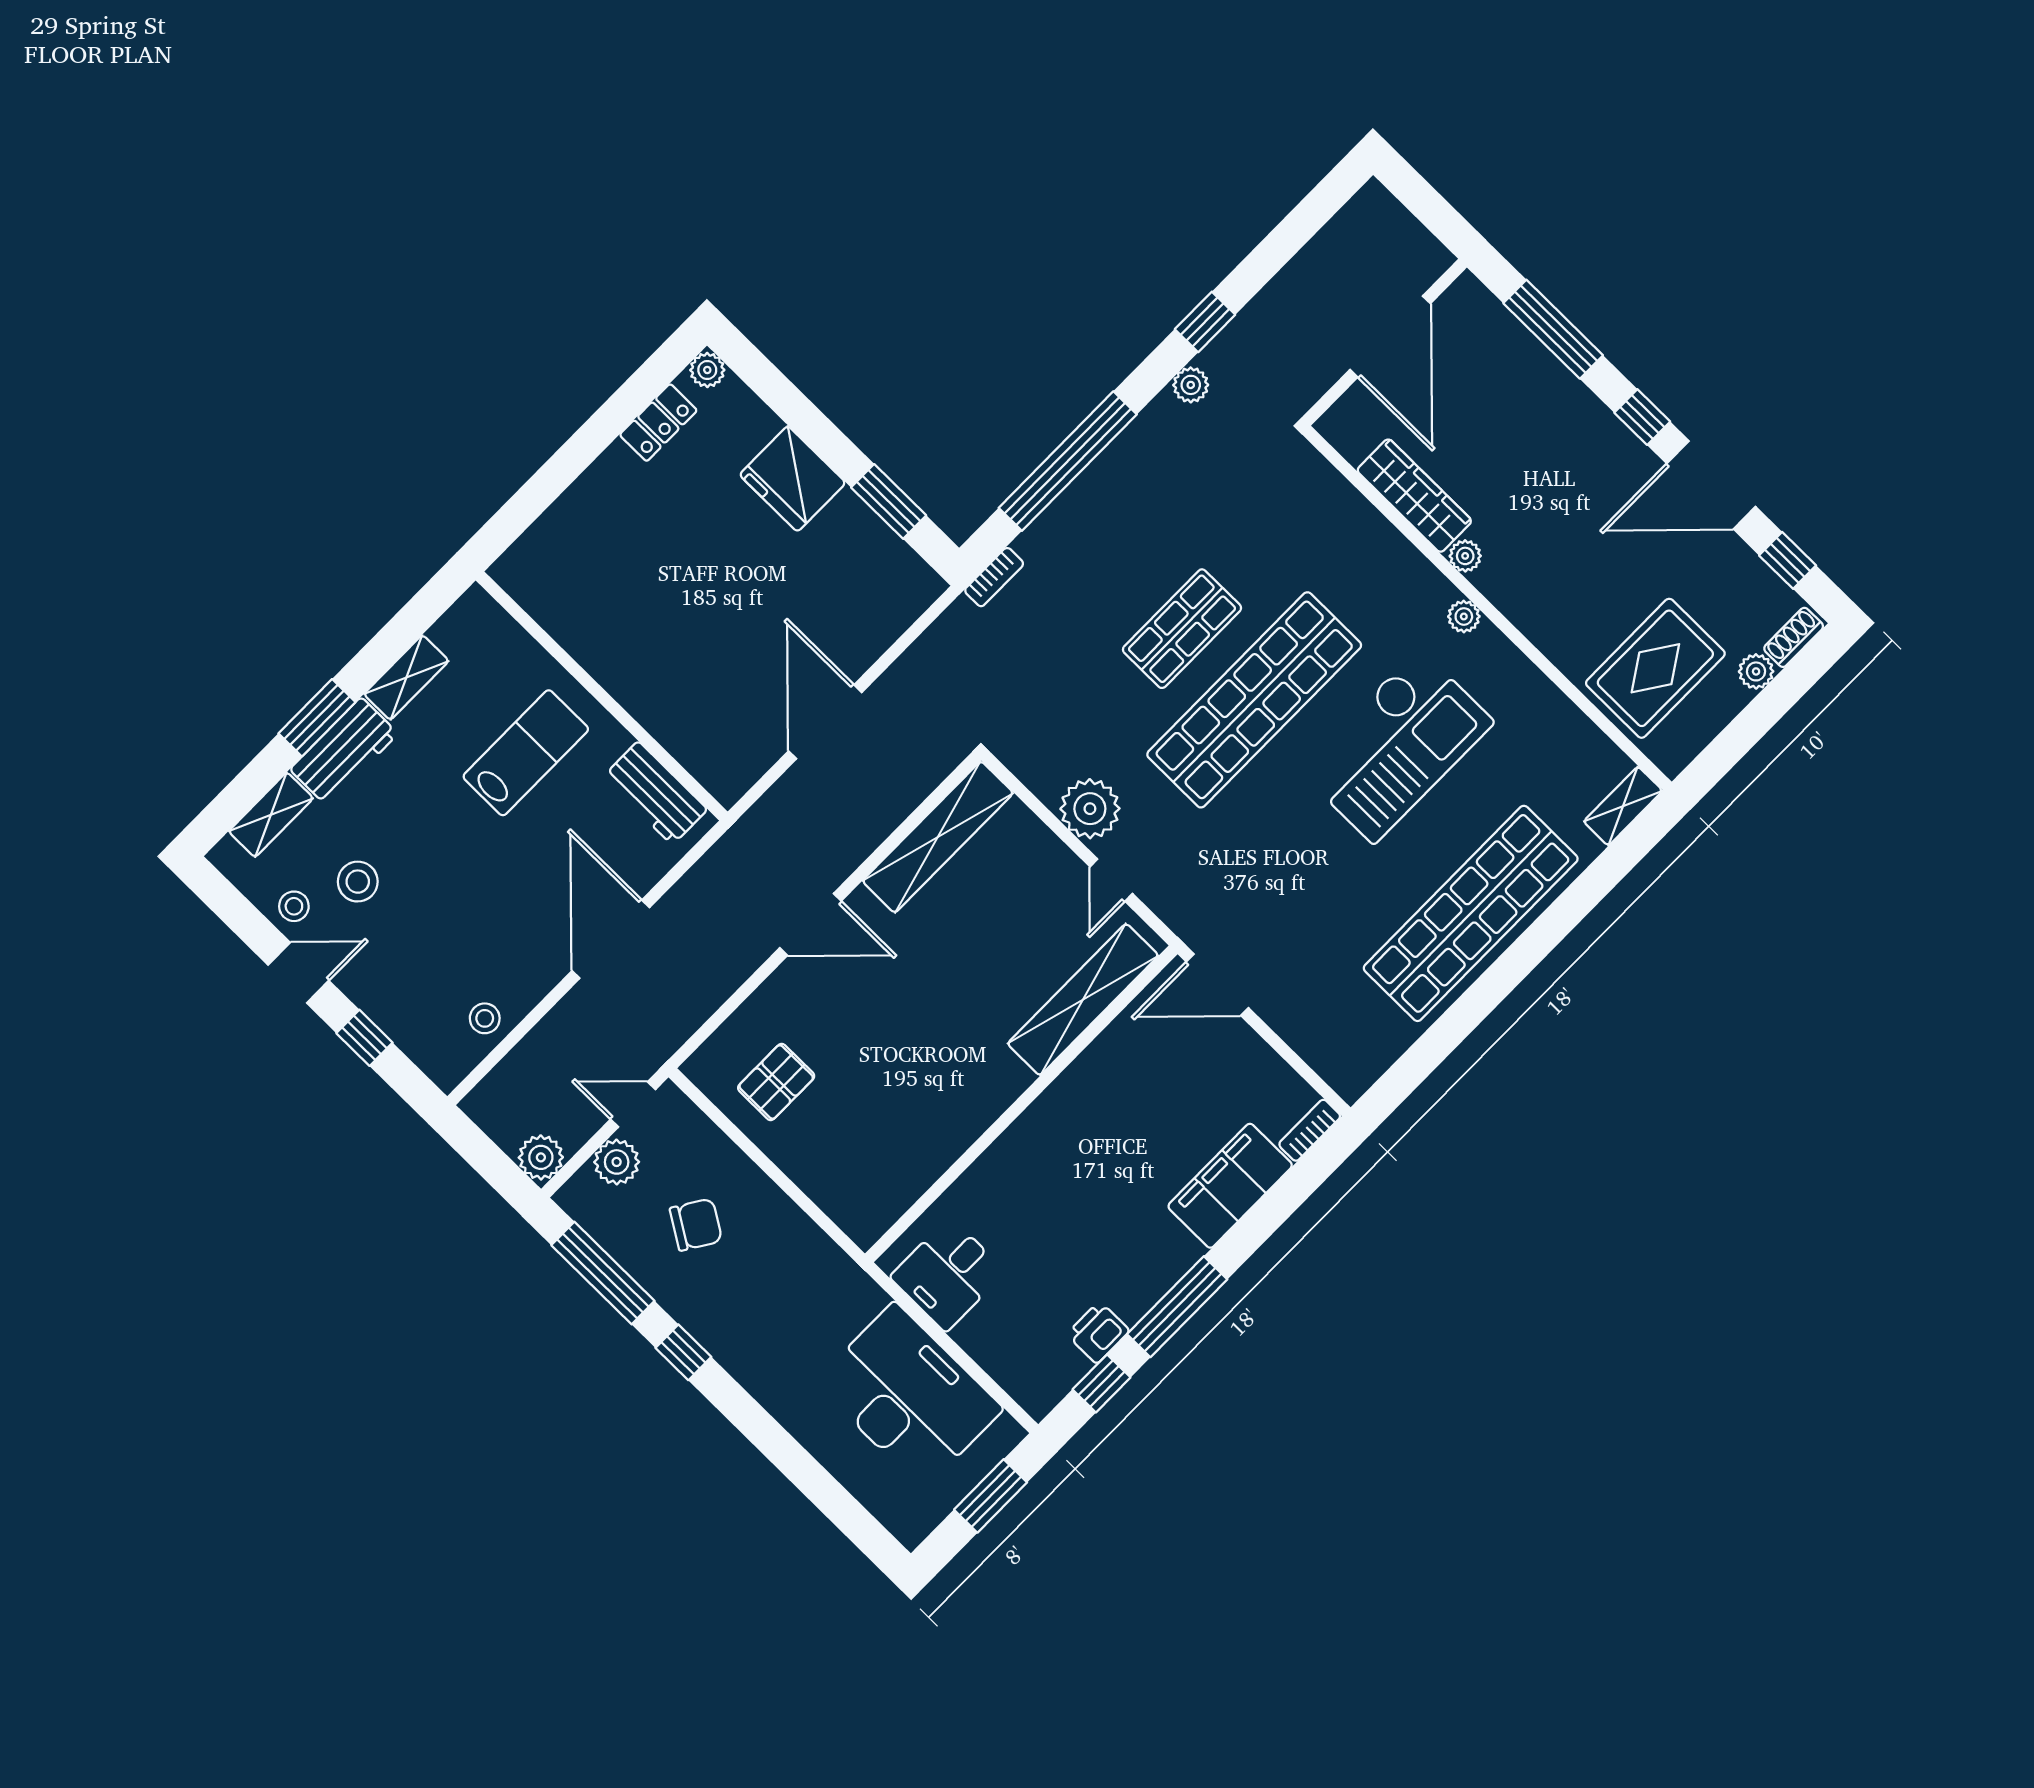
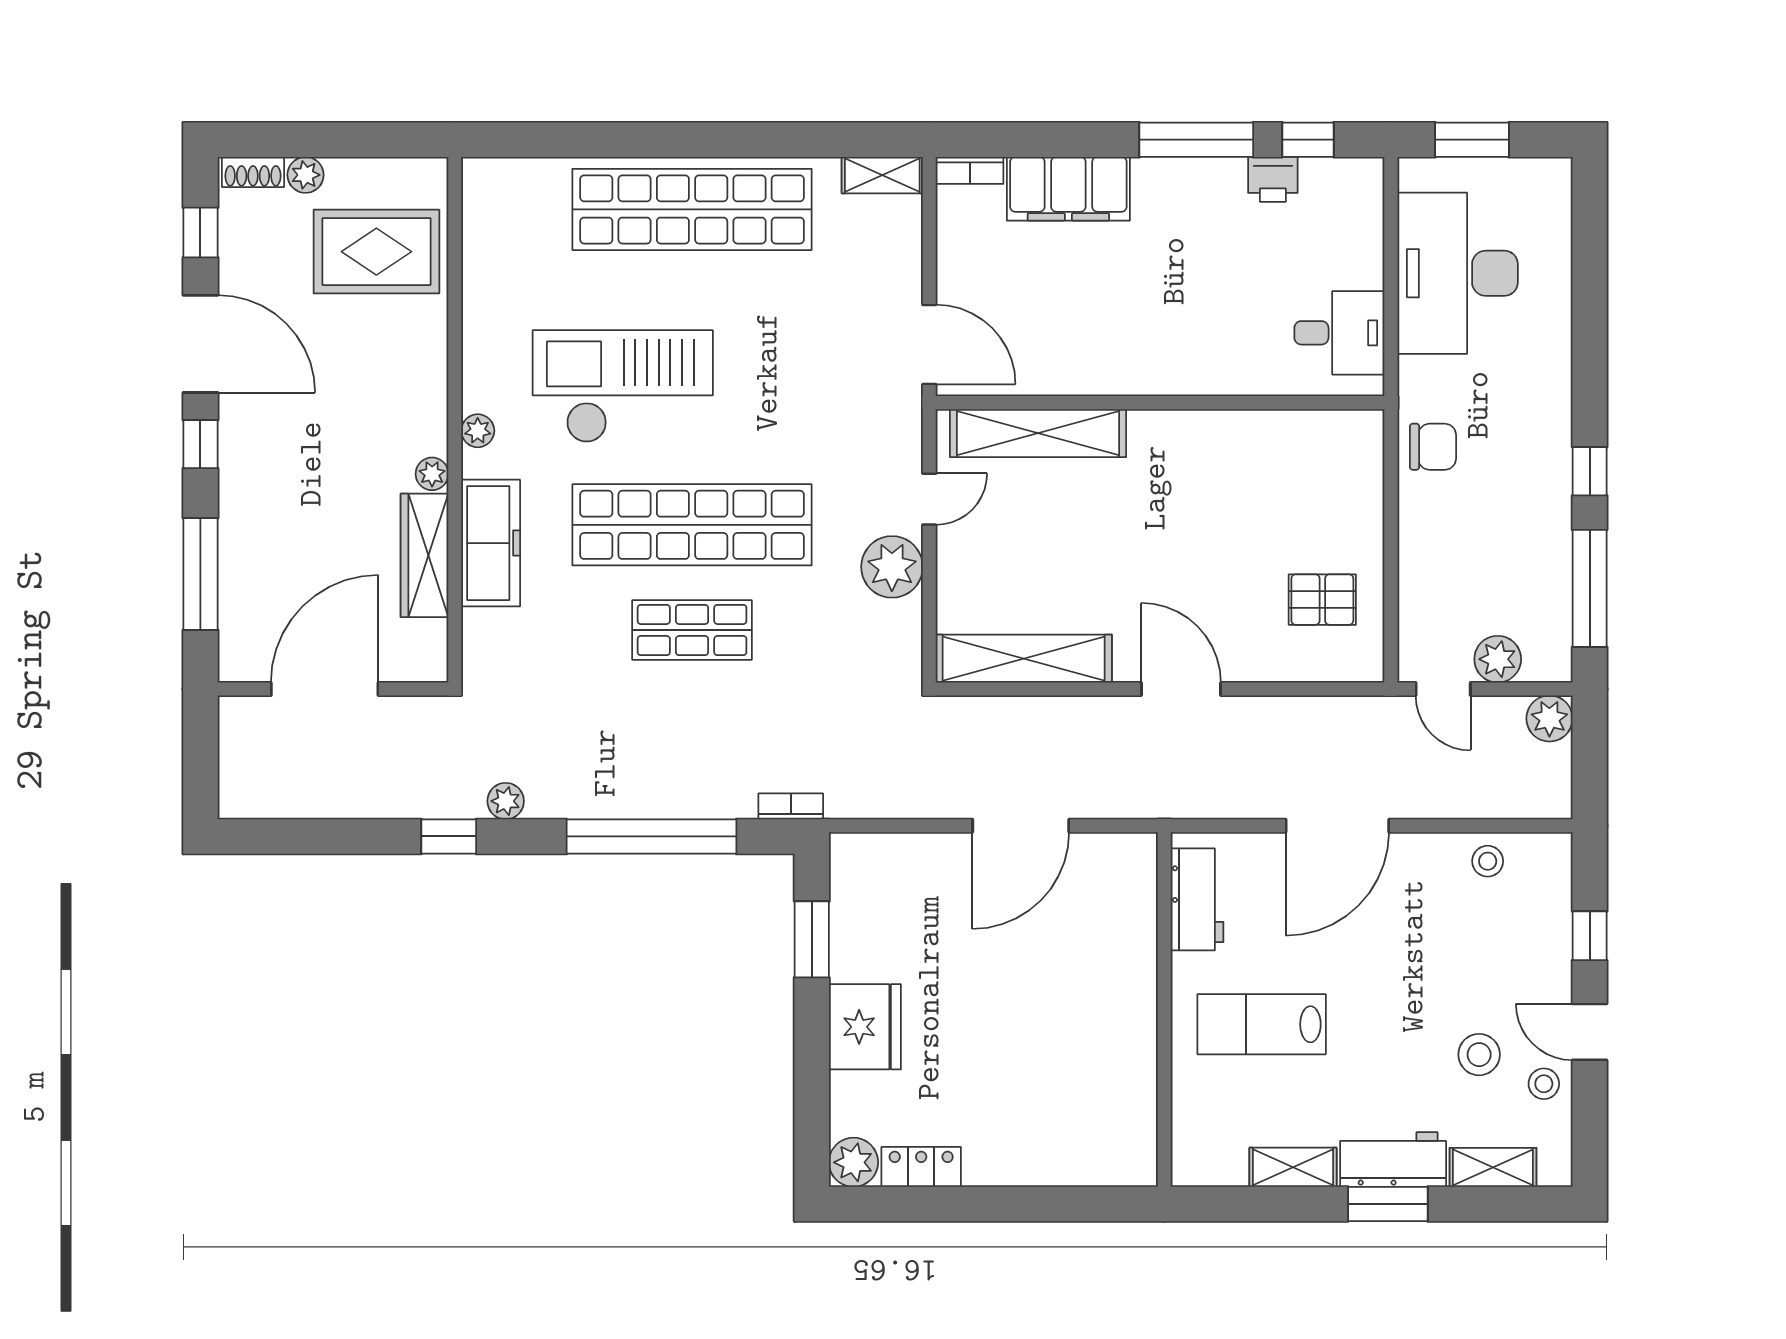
plant: (707, 370) -> (853, 1162), width x1.38, depth x1.38
freezer: (1378, 549) -> (491, 543), added
shelving: (1623, 806) -> (882, 175), moved
chair: (696, 1225) -> (1433, 447), moved, turned 148

